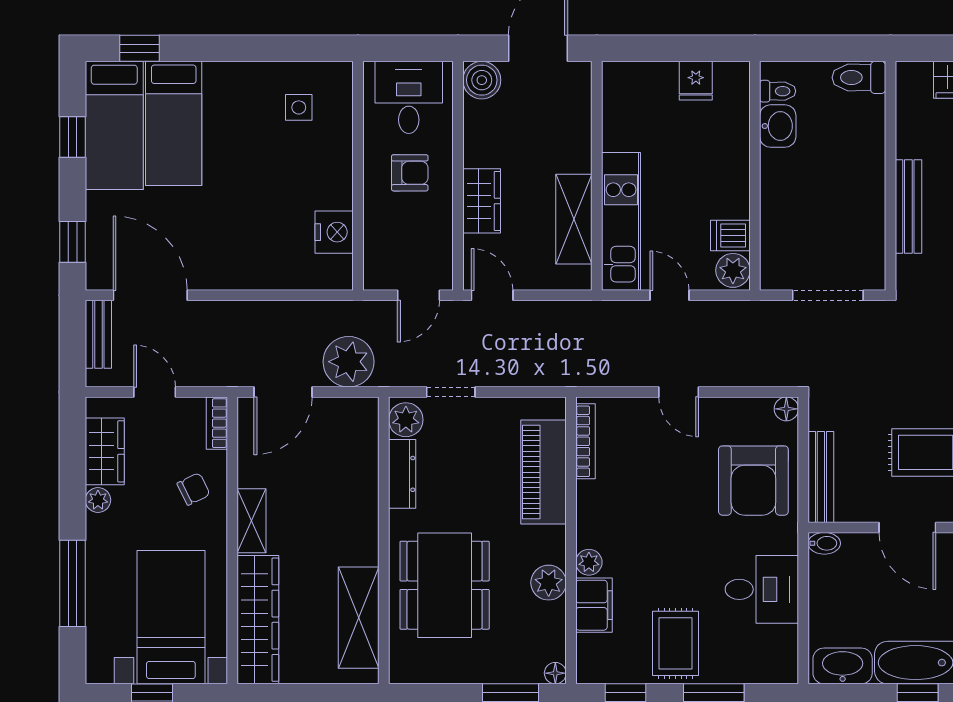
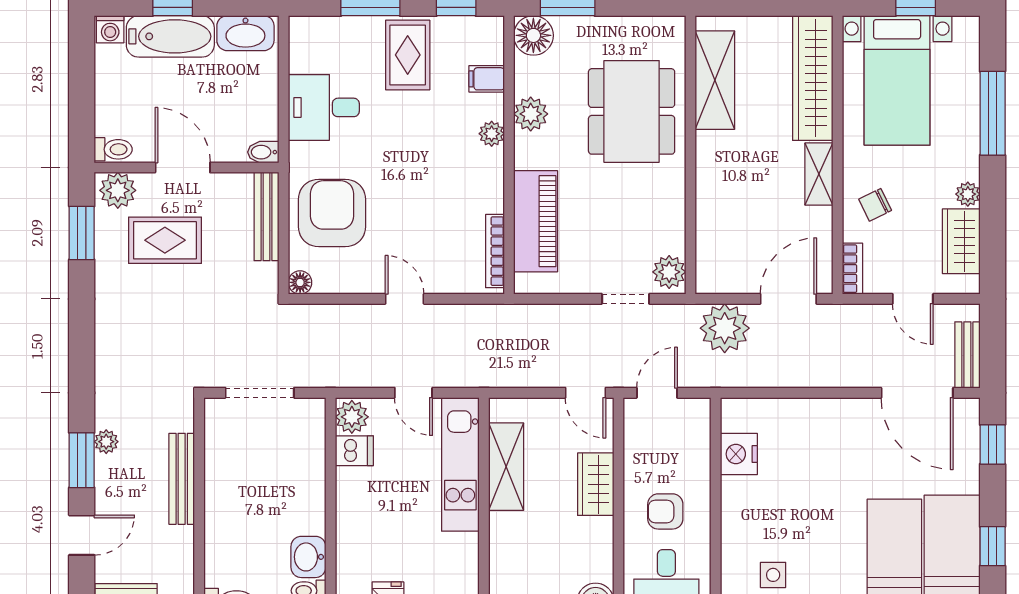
dresser: (402, 474) -> (673, 219), removed
filing cabinet: (594, 605) -> (487, 79), width x0.50
floor lamp: (555, 673) -> (533, 35), width x1.89, depth x1.89

